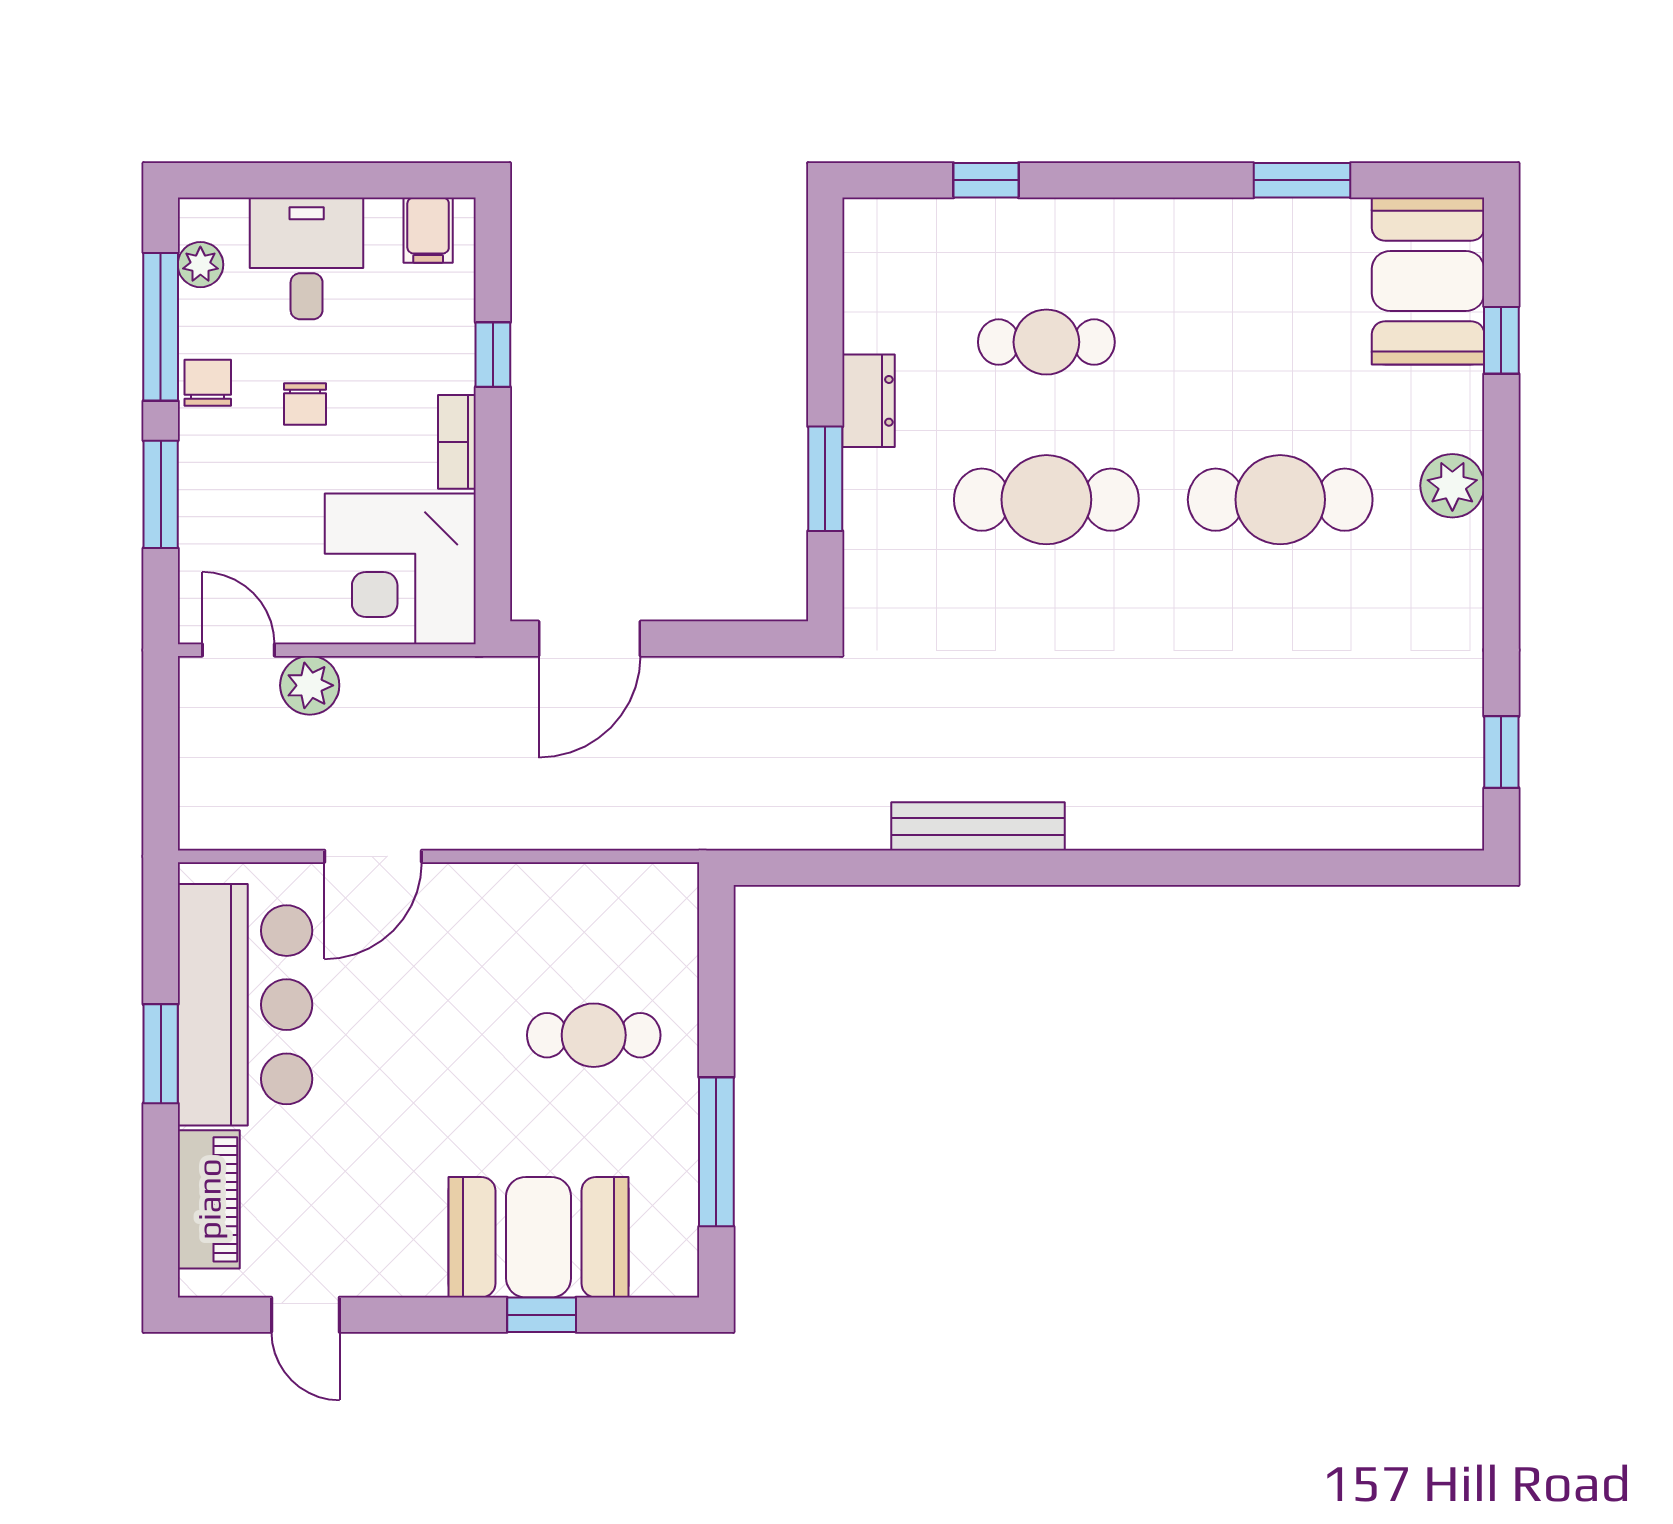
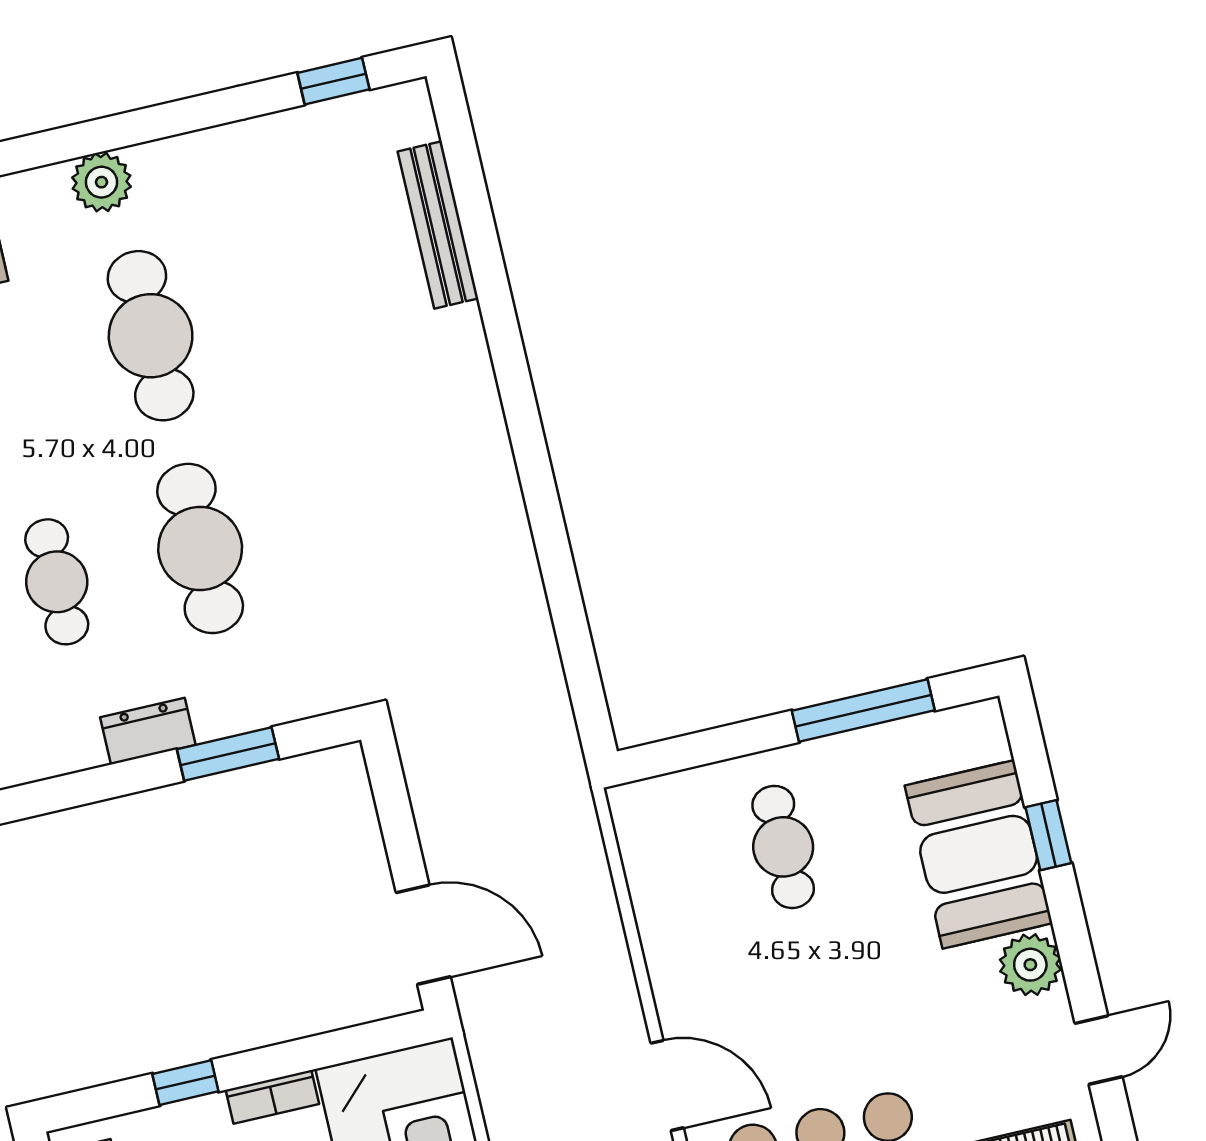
bench: (978, 826) -> (438, 225), moved
plant: (411, 1264) -> (1030, 965), added

